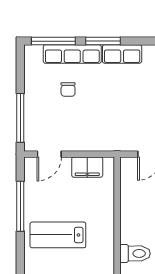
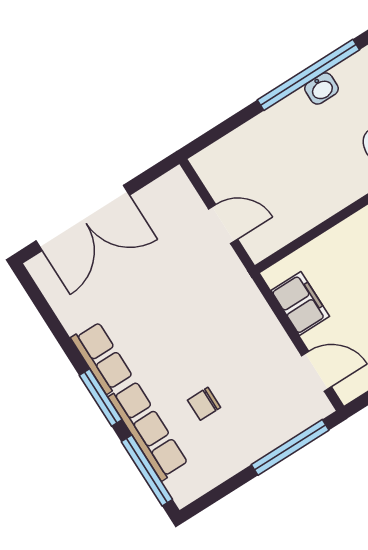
chair: (68, 89) -> (204, 404), turned 180

